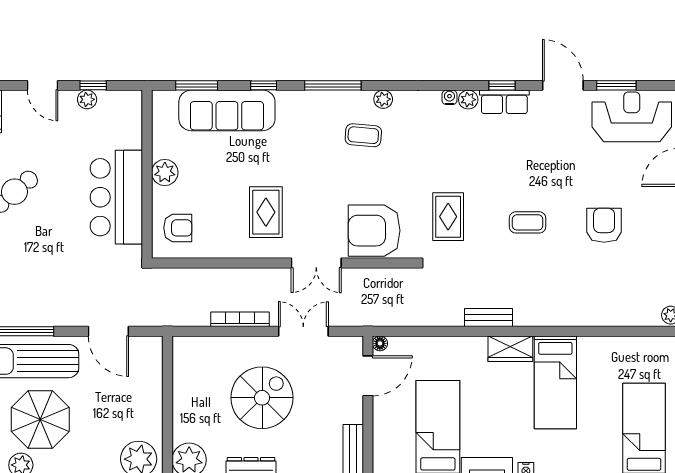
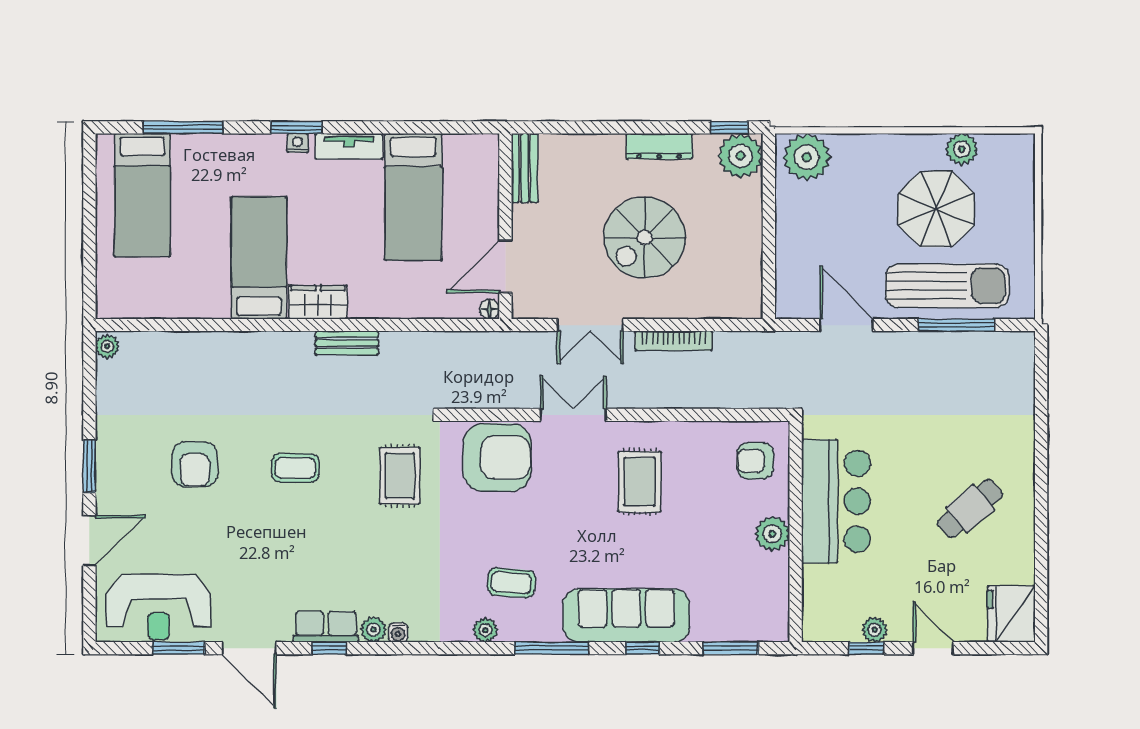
sofa: (227, 110) -> (626, 615), moved

